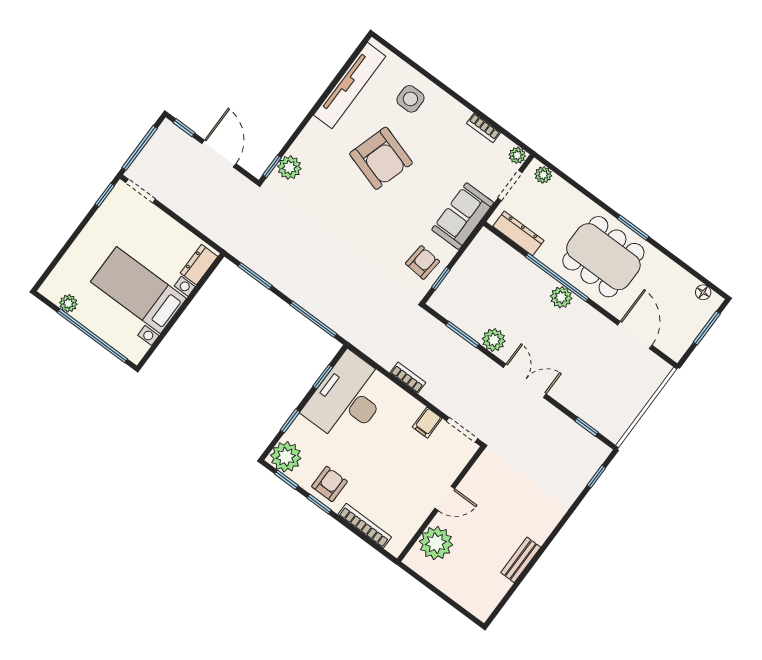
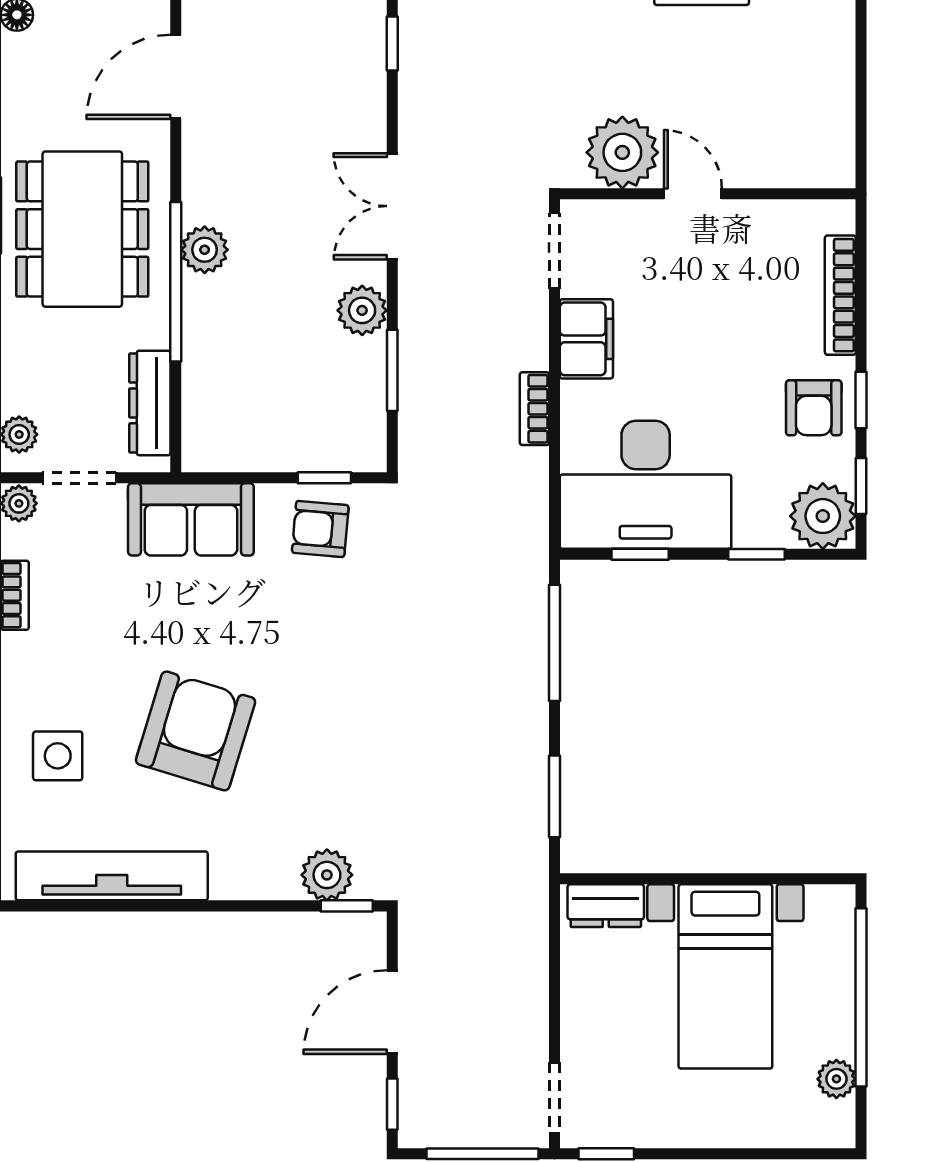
filing cabinet: (427, 423) -> (586, 339), width x2.00
armchair: (329, 484) -> (814, 408), turned -90
plant: (436, 543) -> (622, 152), moved

